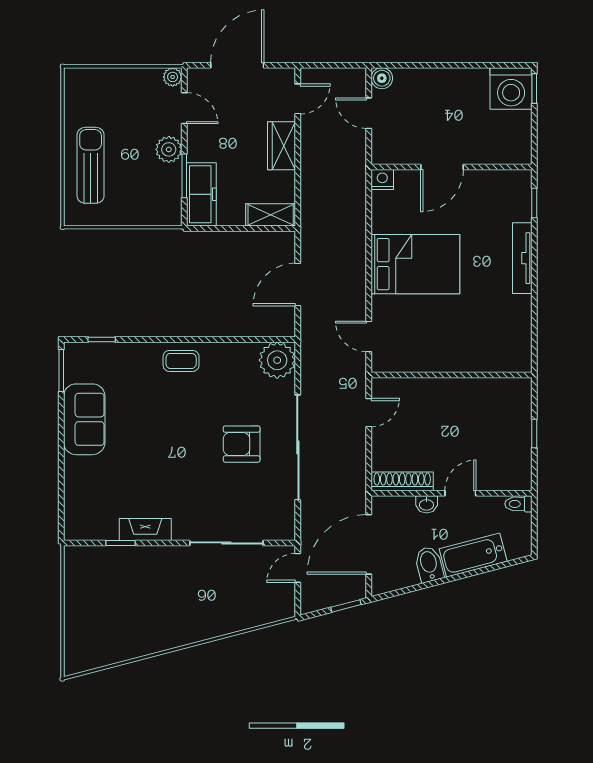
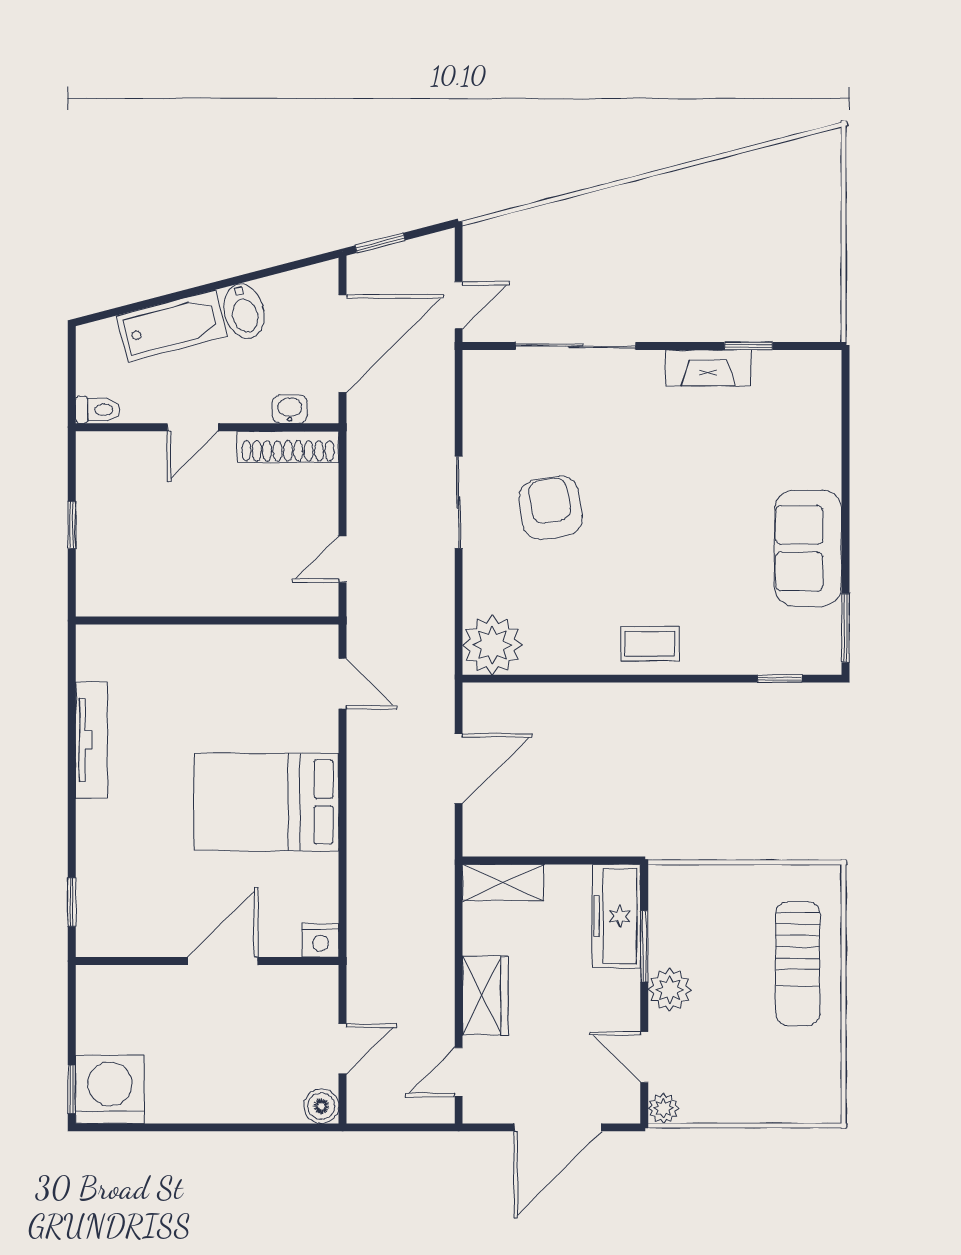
door: (369, 113) -> (343, 1049), hinge flipped
tv unit: (522, 258) -> (91, 740), moved
armchair: (242, 444) -> (551, 508), turned -99
sliding door: (298, 447) -> (459, 502), width x0.54
washbasin: (427, 504) -> (290, 409), moved

